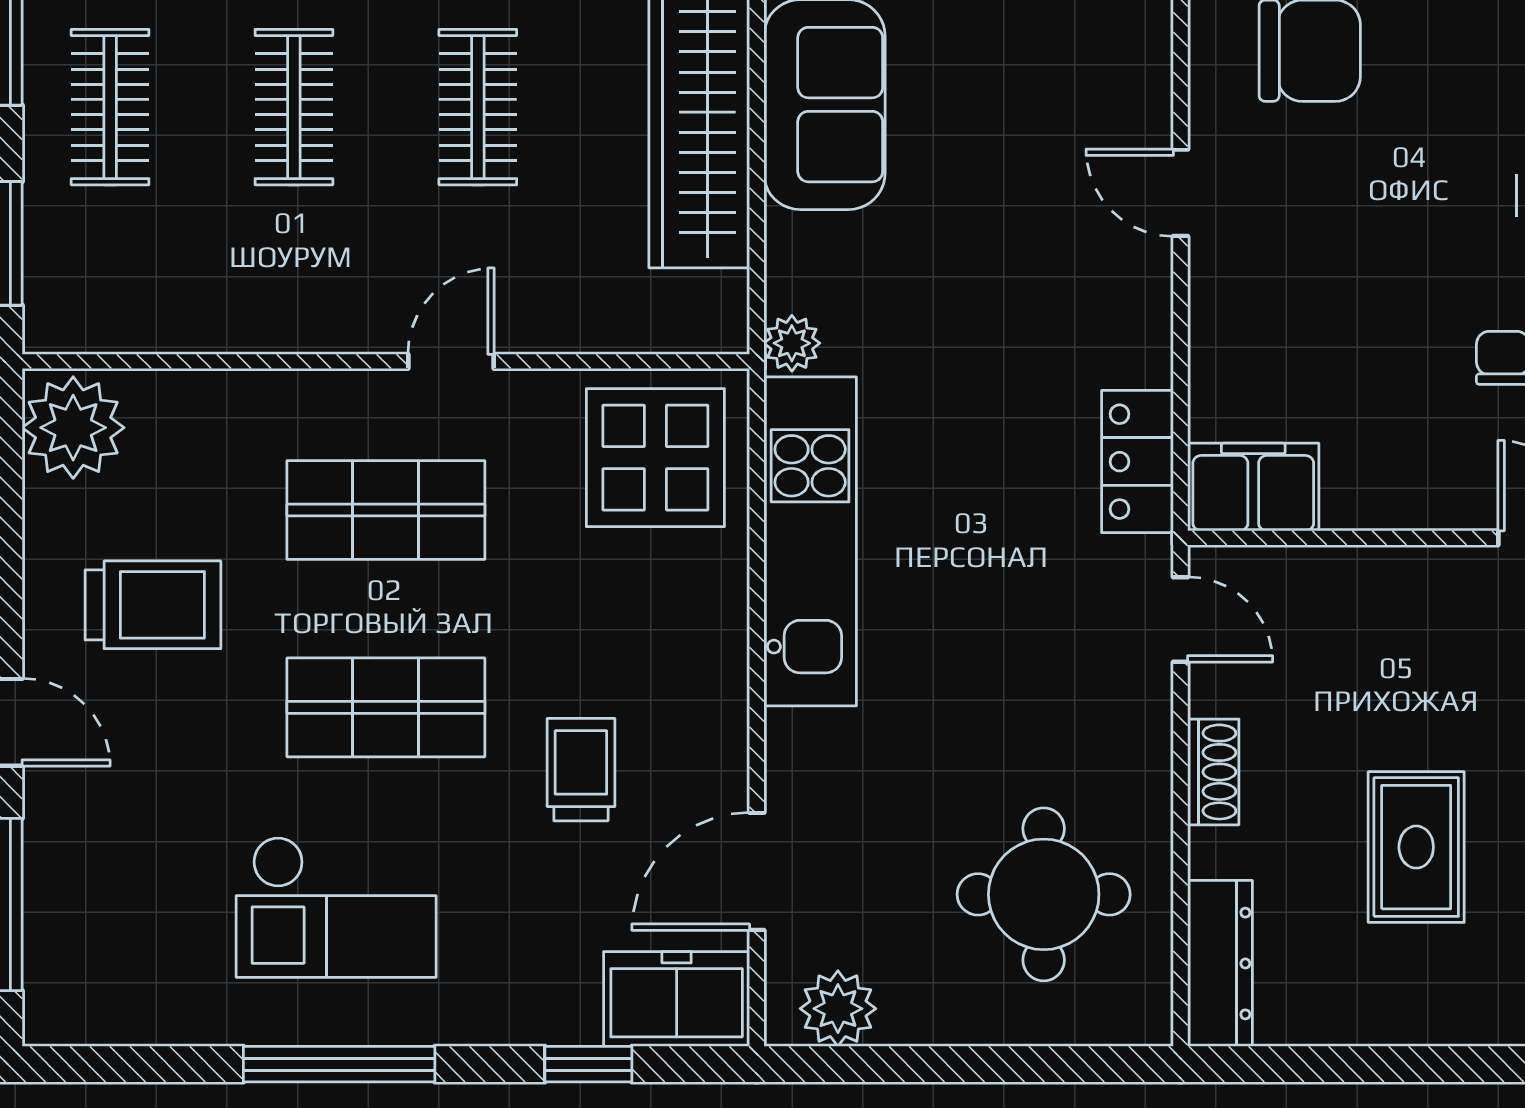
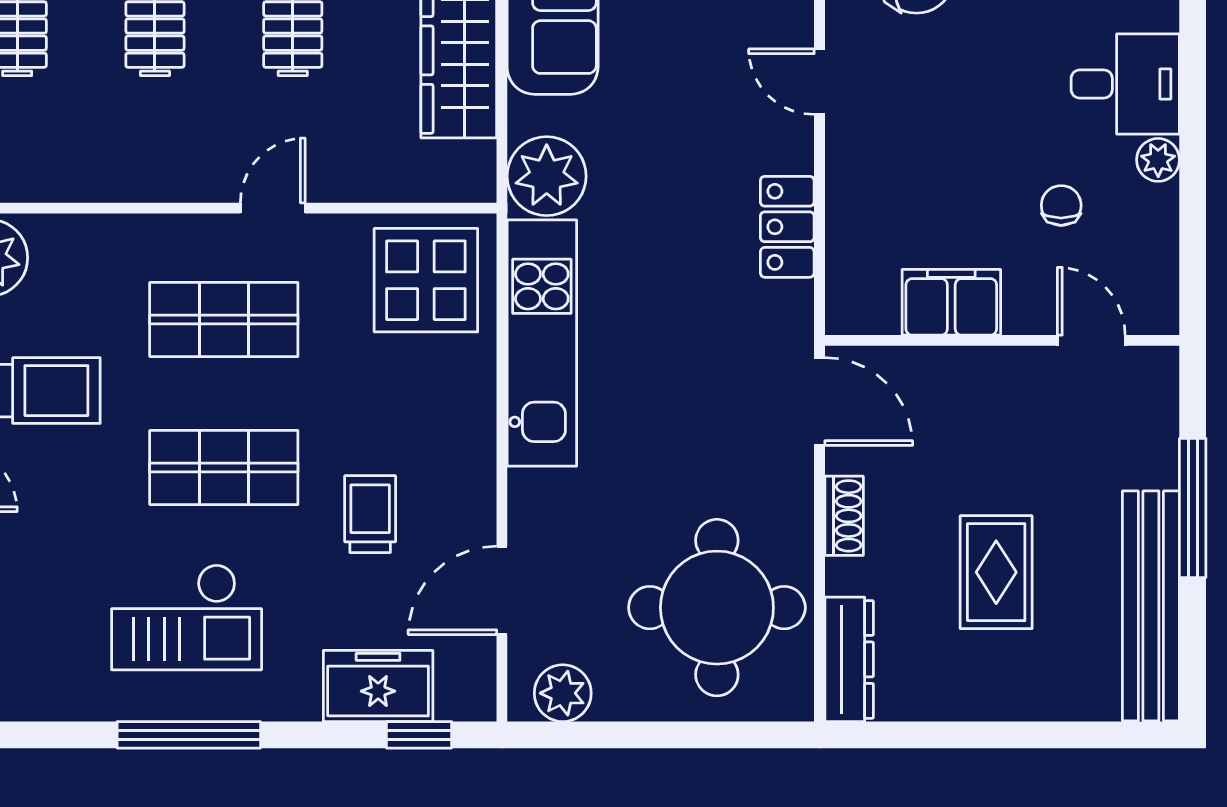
plant: (792, 343) -> (547, 176), width x1.88, depth x1.88
locker: (1137, 462) -> (787, 227), moved
filing cabinet: (1253, 487) -> (951, 302), moved
door: (1180, 619) -> (819, 402), width x1.38
round table: (1044, 894) -> (717, 608), width x1.36, depth x1.36
freezer: (677, 999) -> (378, 686), moved
window: (588, 1064) -> (419, 735), moved

